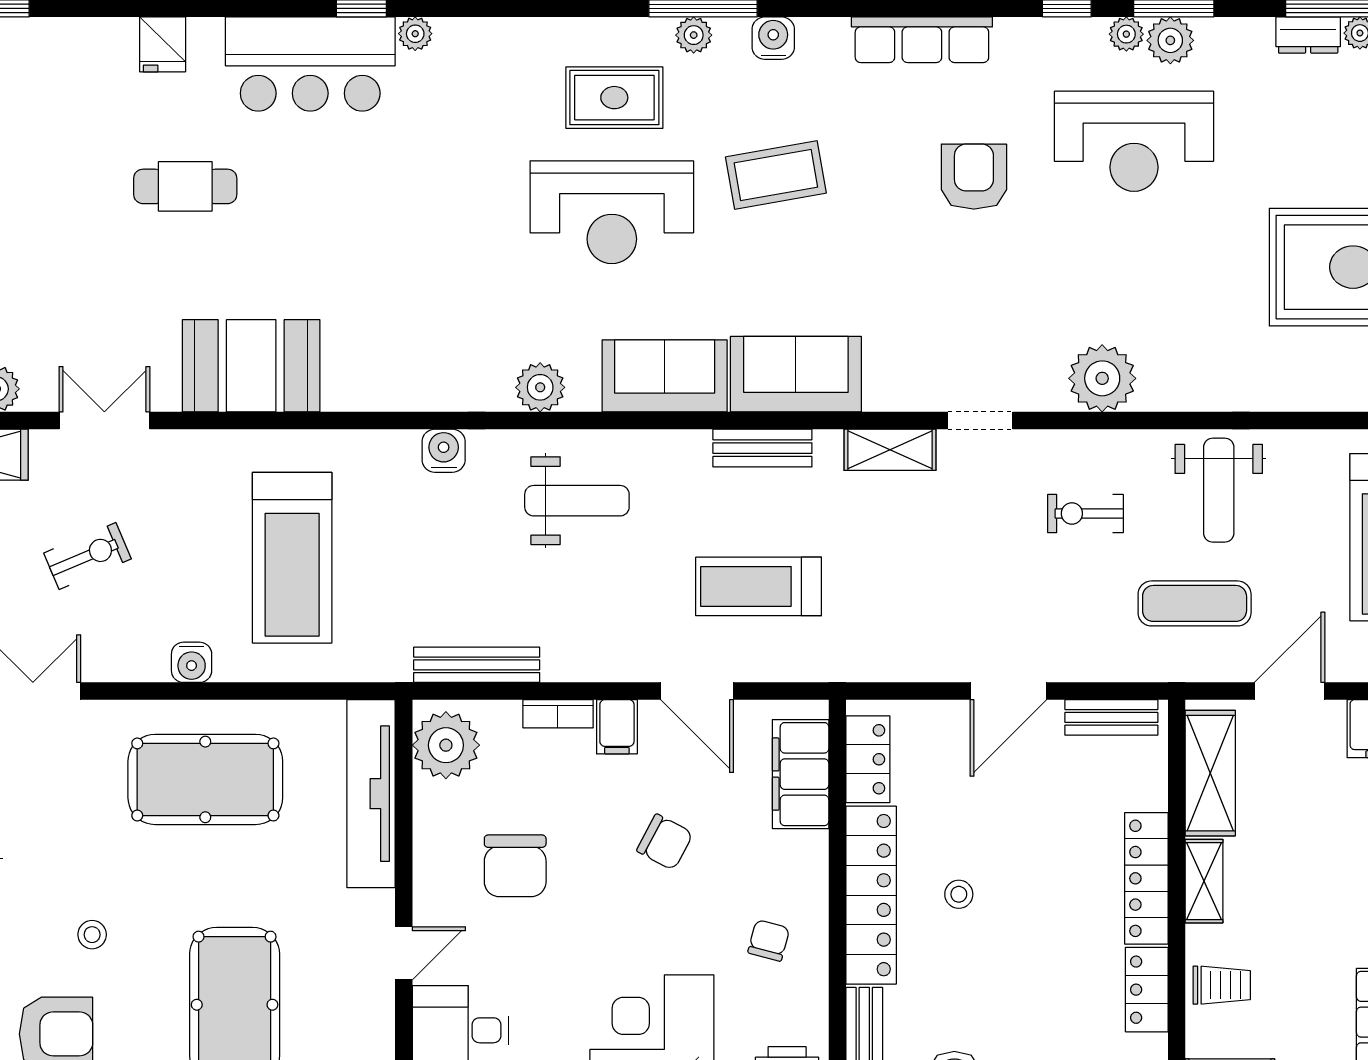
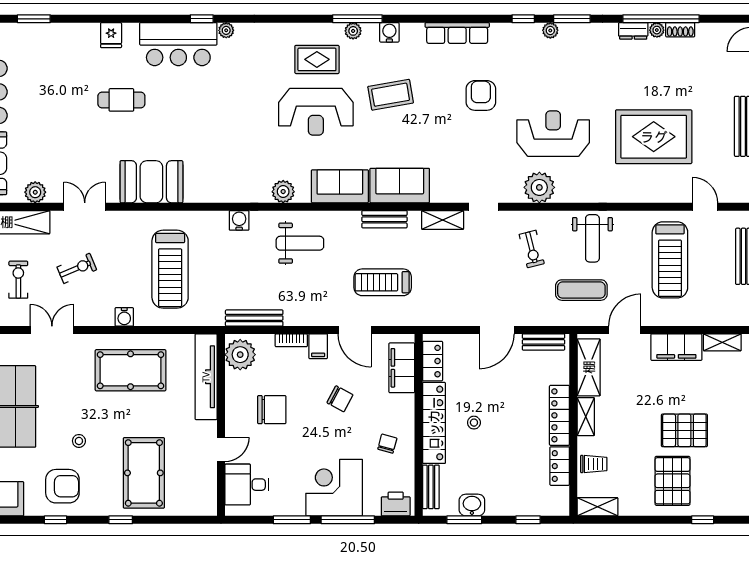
plant: (1170, 40) -> (570, 33), removed
reception desk: (1134, 141) -> (553, 134), moved, turned 180
exercise bike: (1085, 514) -> (532, 249), turned -104
chair: (515, 866) -> (272, 410), turned -90

